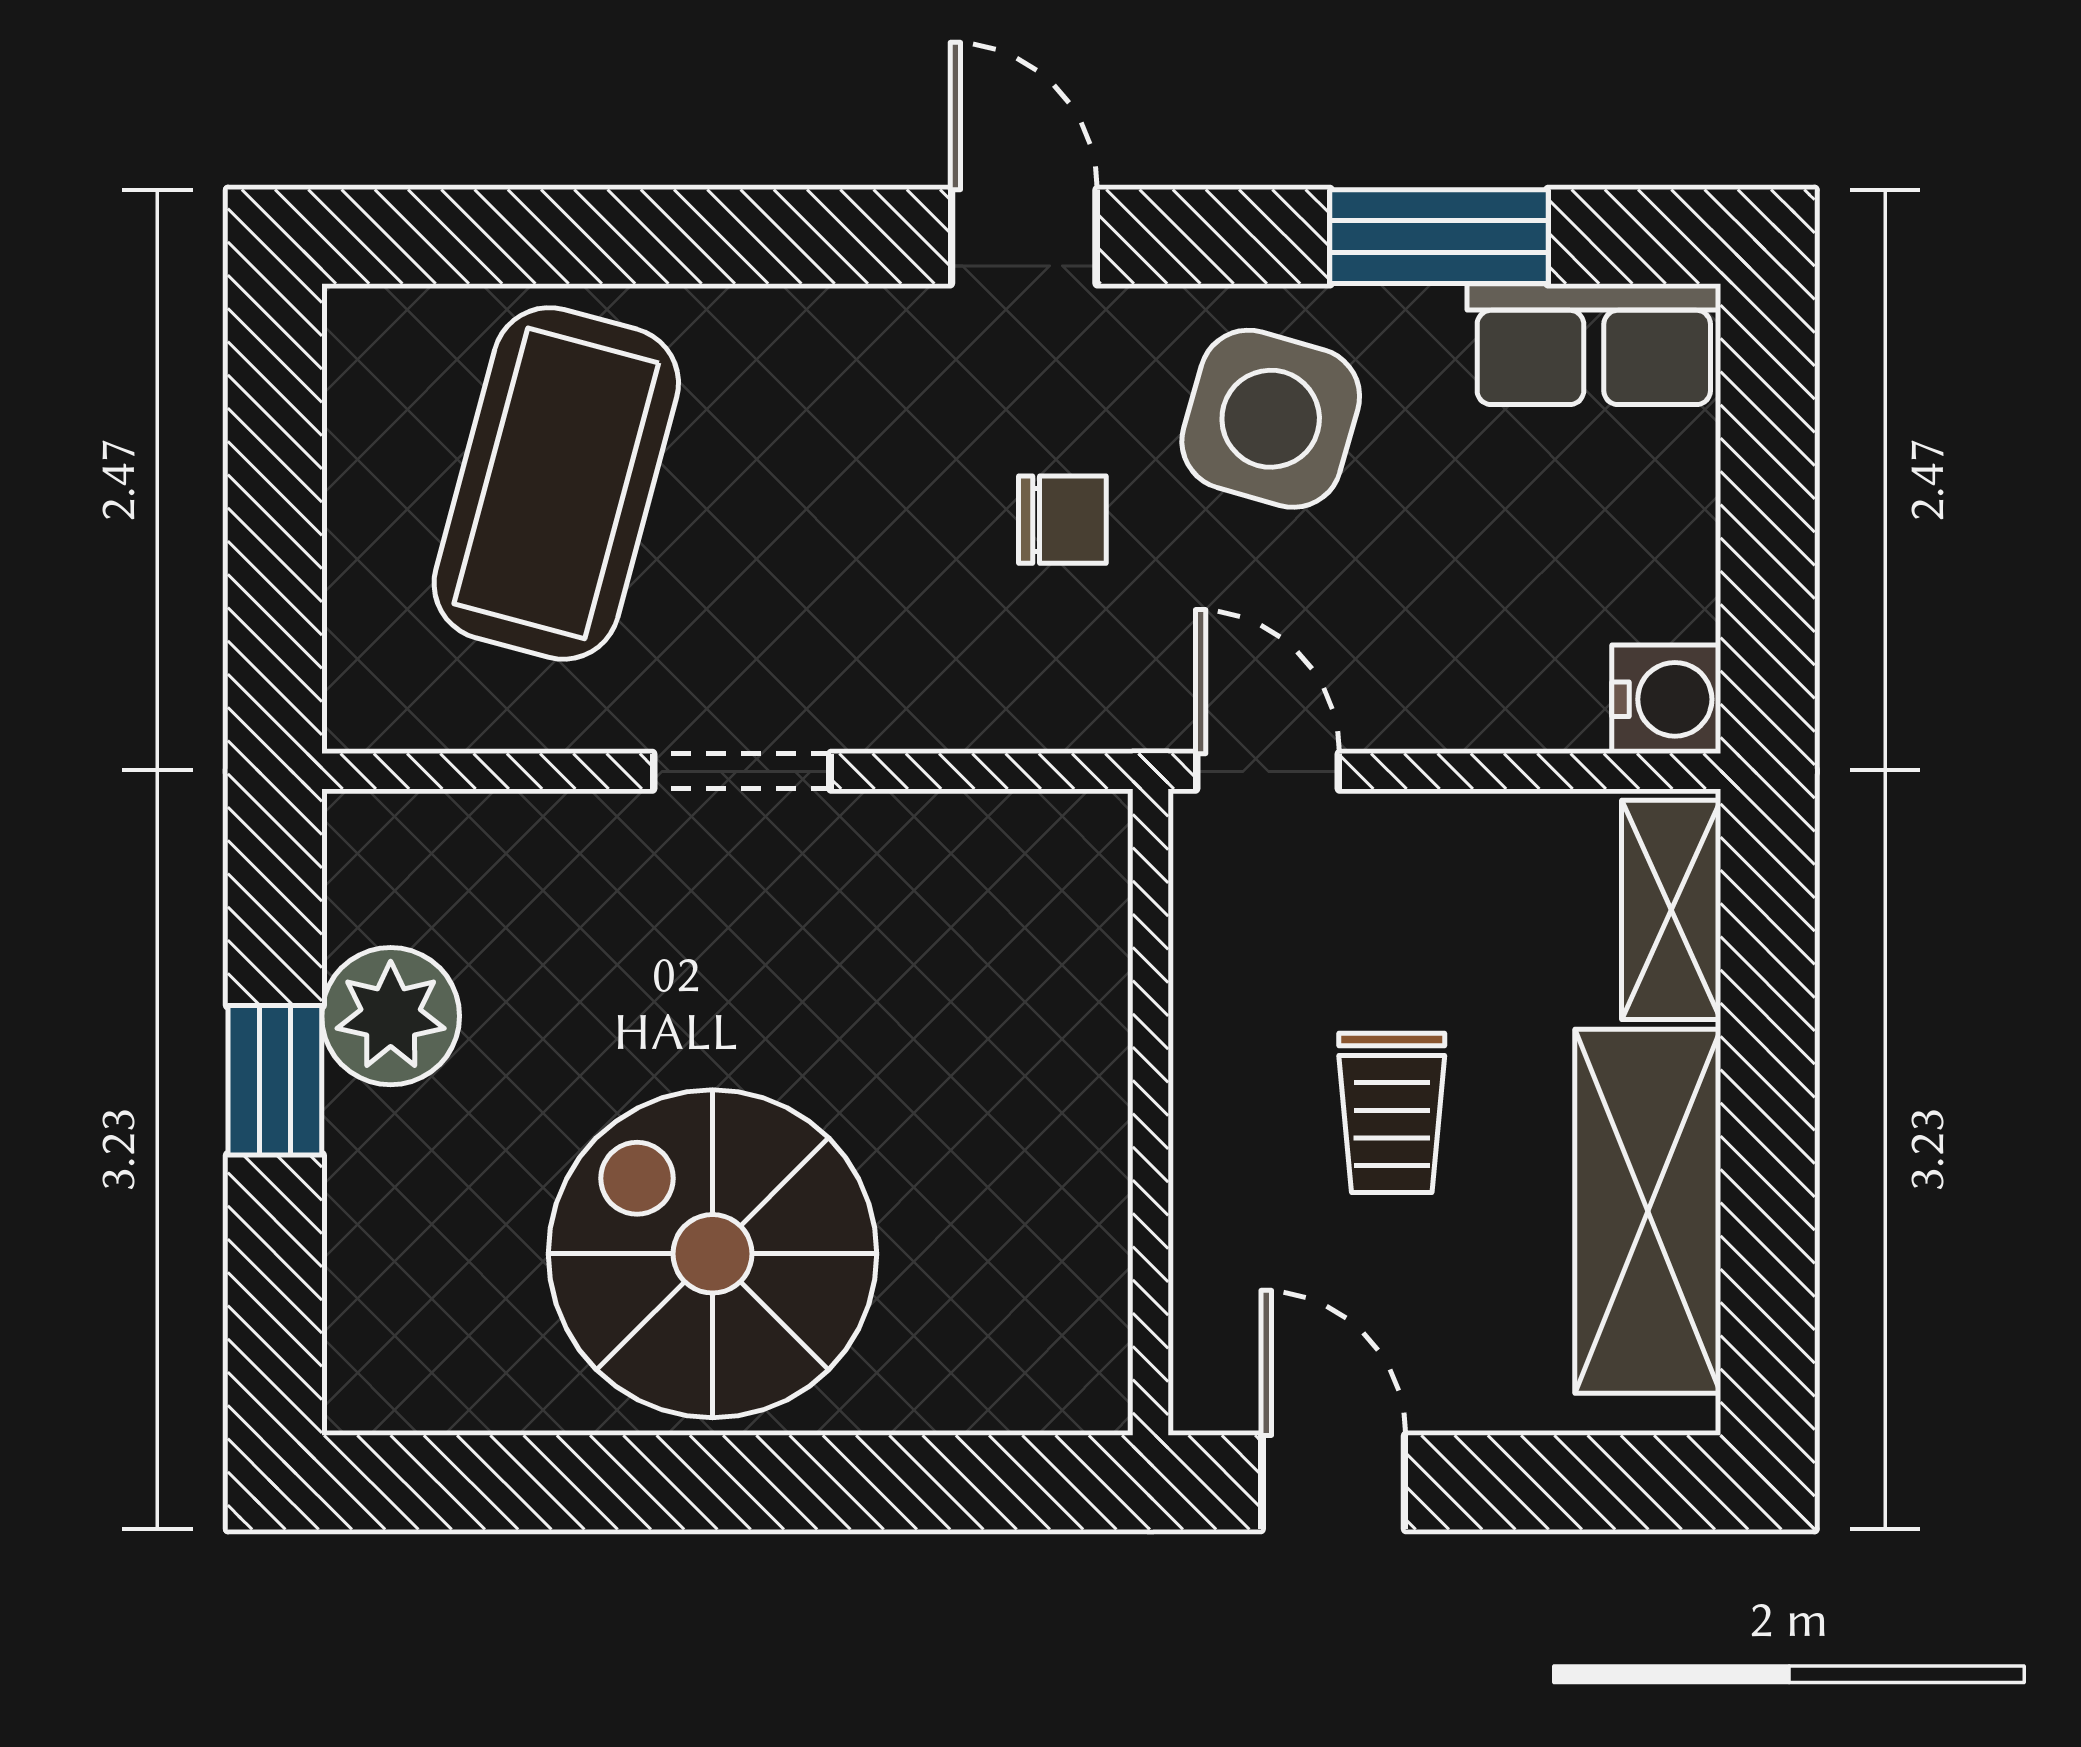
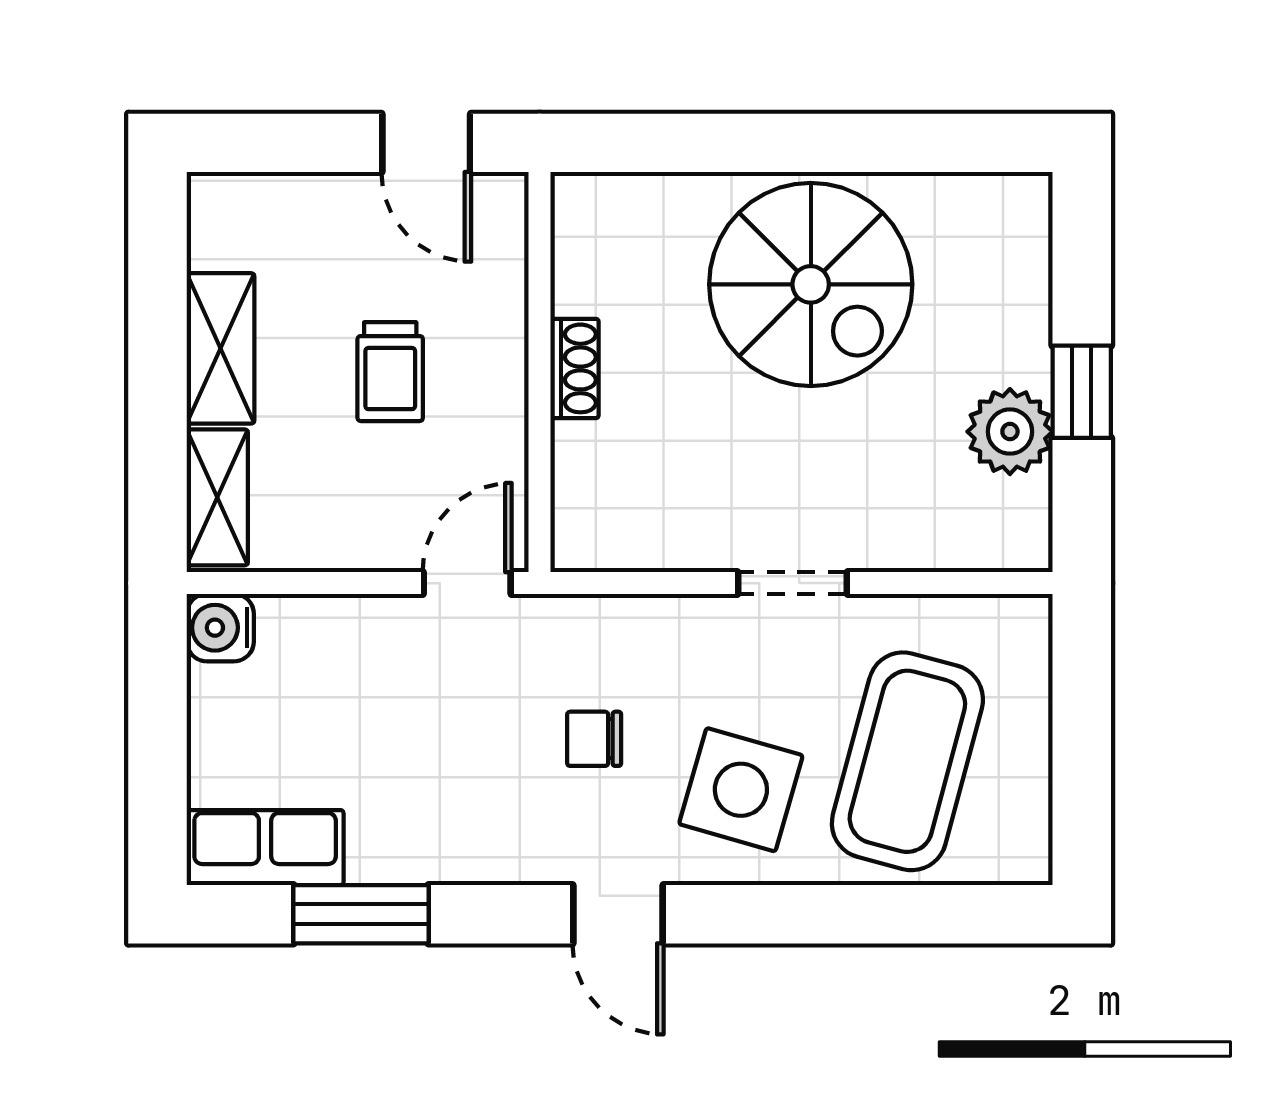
side table: (1271, 419) -> (741, 790), moved
door: (1267, 771) -> (467, 583), swing flipped
trolley: (1392, 1113) -> (390, 372), turned 180
shoe rack: (1094, 1118) -> (575, 368), added
shelving: (1648, 1211) -> (220, 348), width x0.67, depth x0.75

